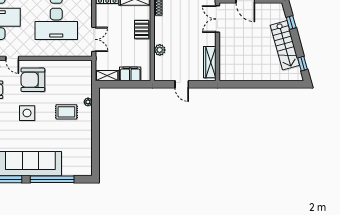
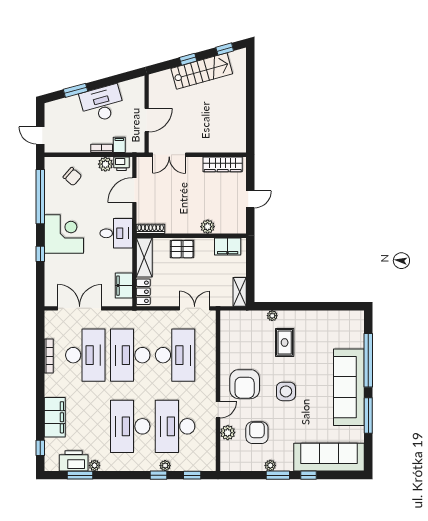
window: (291, 22) -> (188, 59), moved
filing cabinet: (130, 74) -> (228, 246), moved, turned -90

